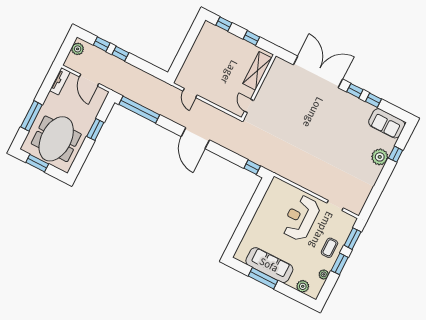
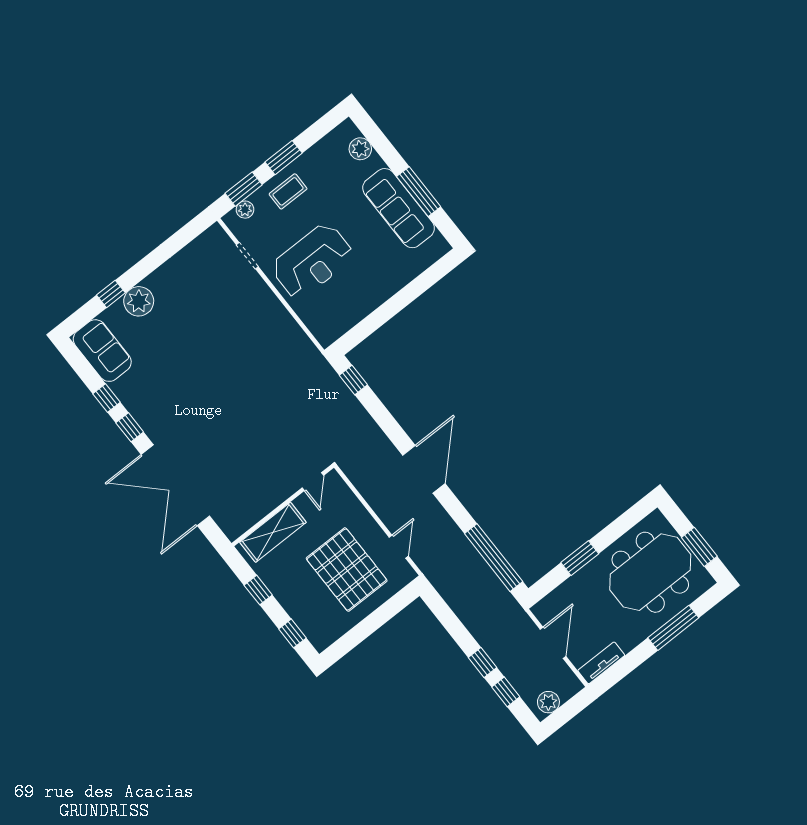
pallet: (211, 69) -> (347, 570), added
plant: (324, 274) -> (245, 210), moved

